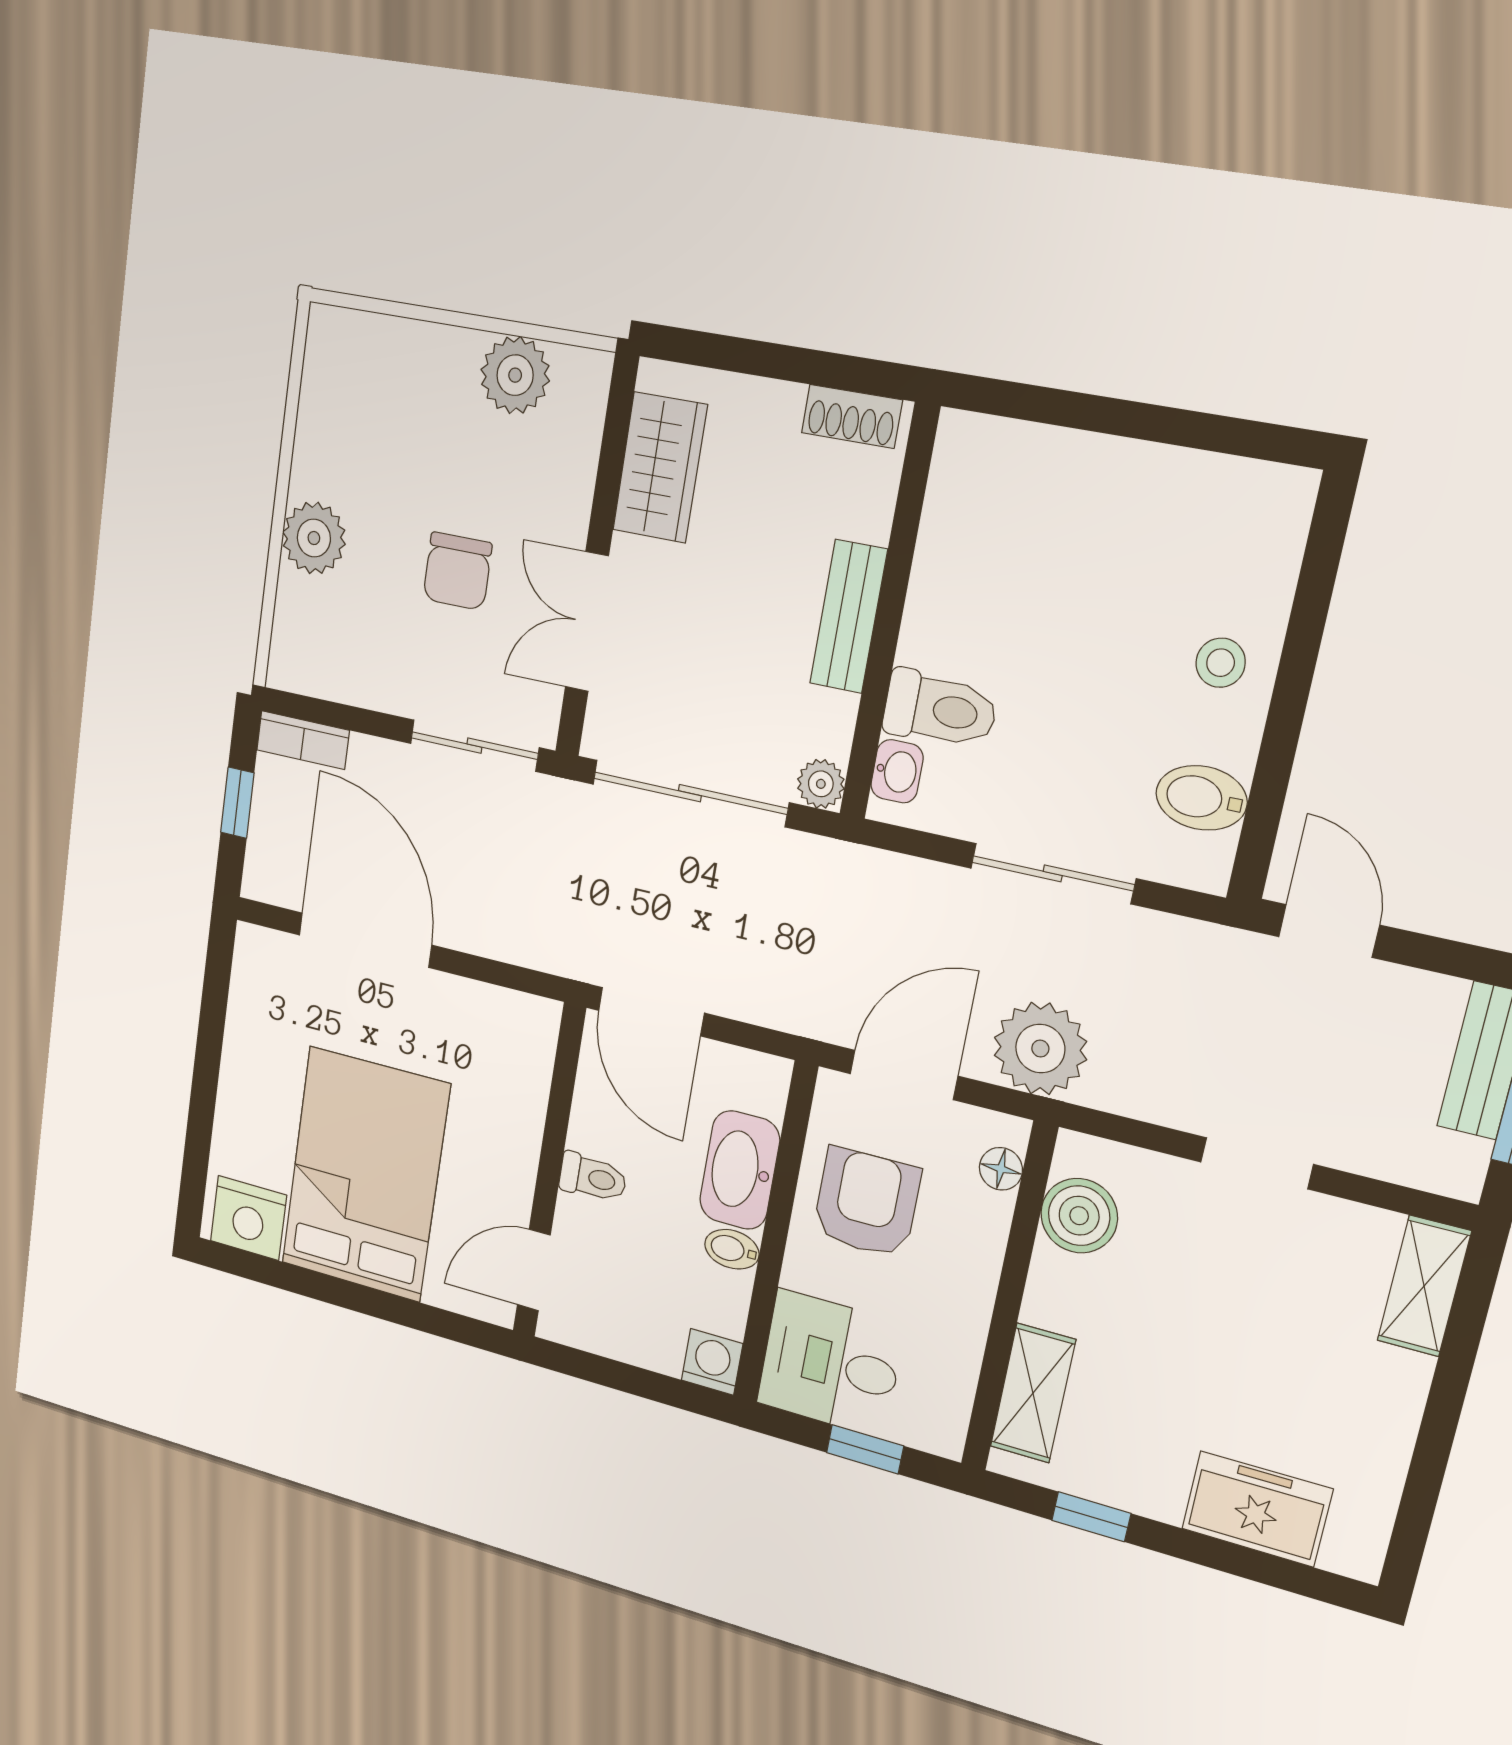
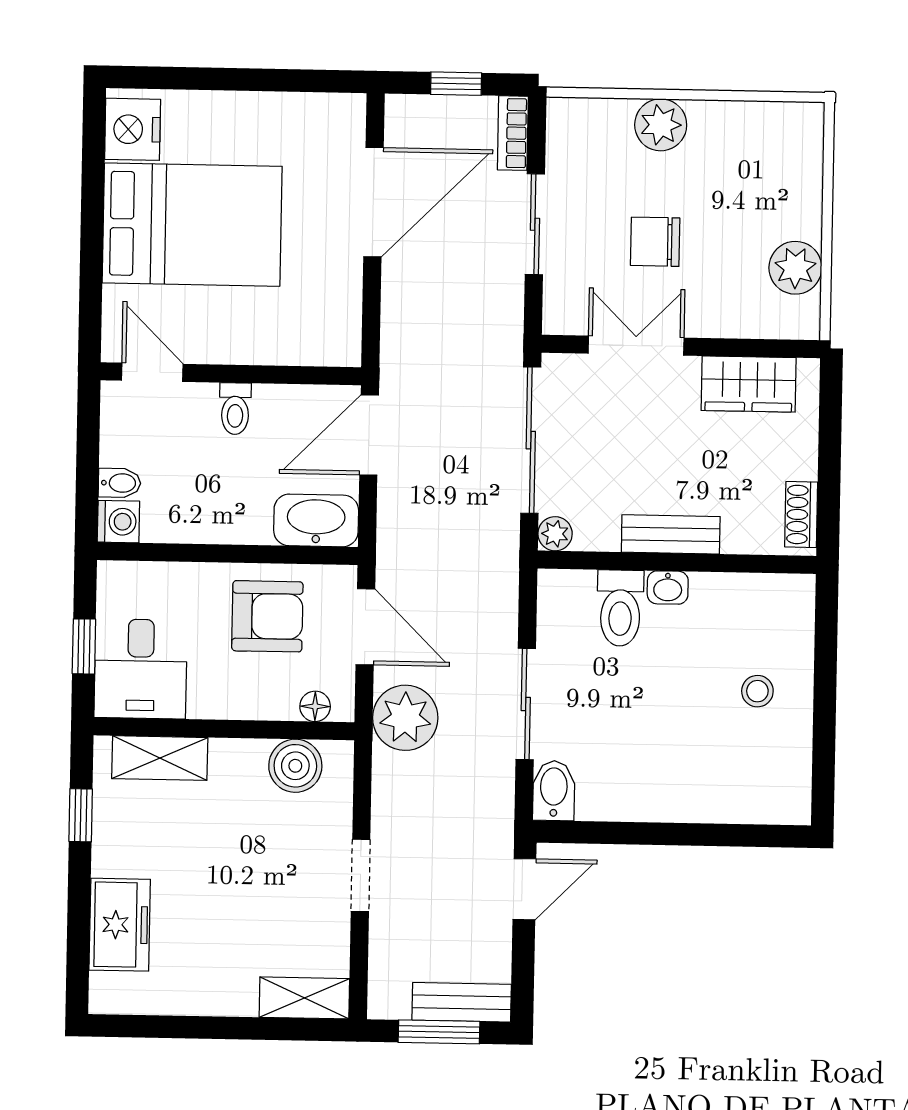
stool: (1221, 663) -> (757, 691), moved
sliding door: (474, 746) -> (535, 224), moved
washbasin: (897, 771) -> (668, 588), moved
bidet: (1201, 798) -> (554, 791), moved
washbasin: (740, 1170) -> (316, 520), moved
bidet: (732, 1249) -> (119, 483), moved, turned 90
desk: (831, 1363) -> (141, 669), moved, turned 180

